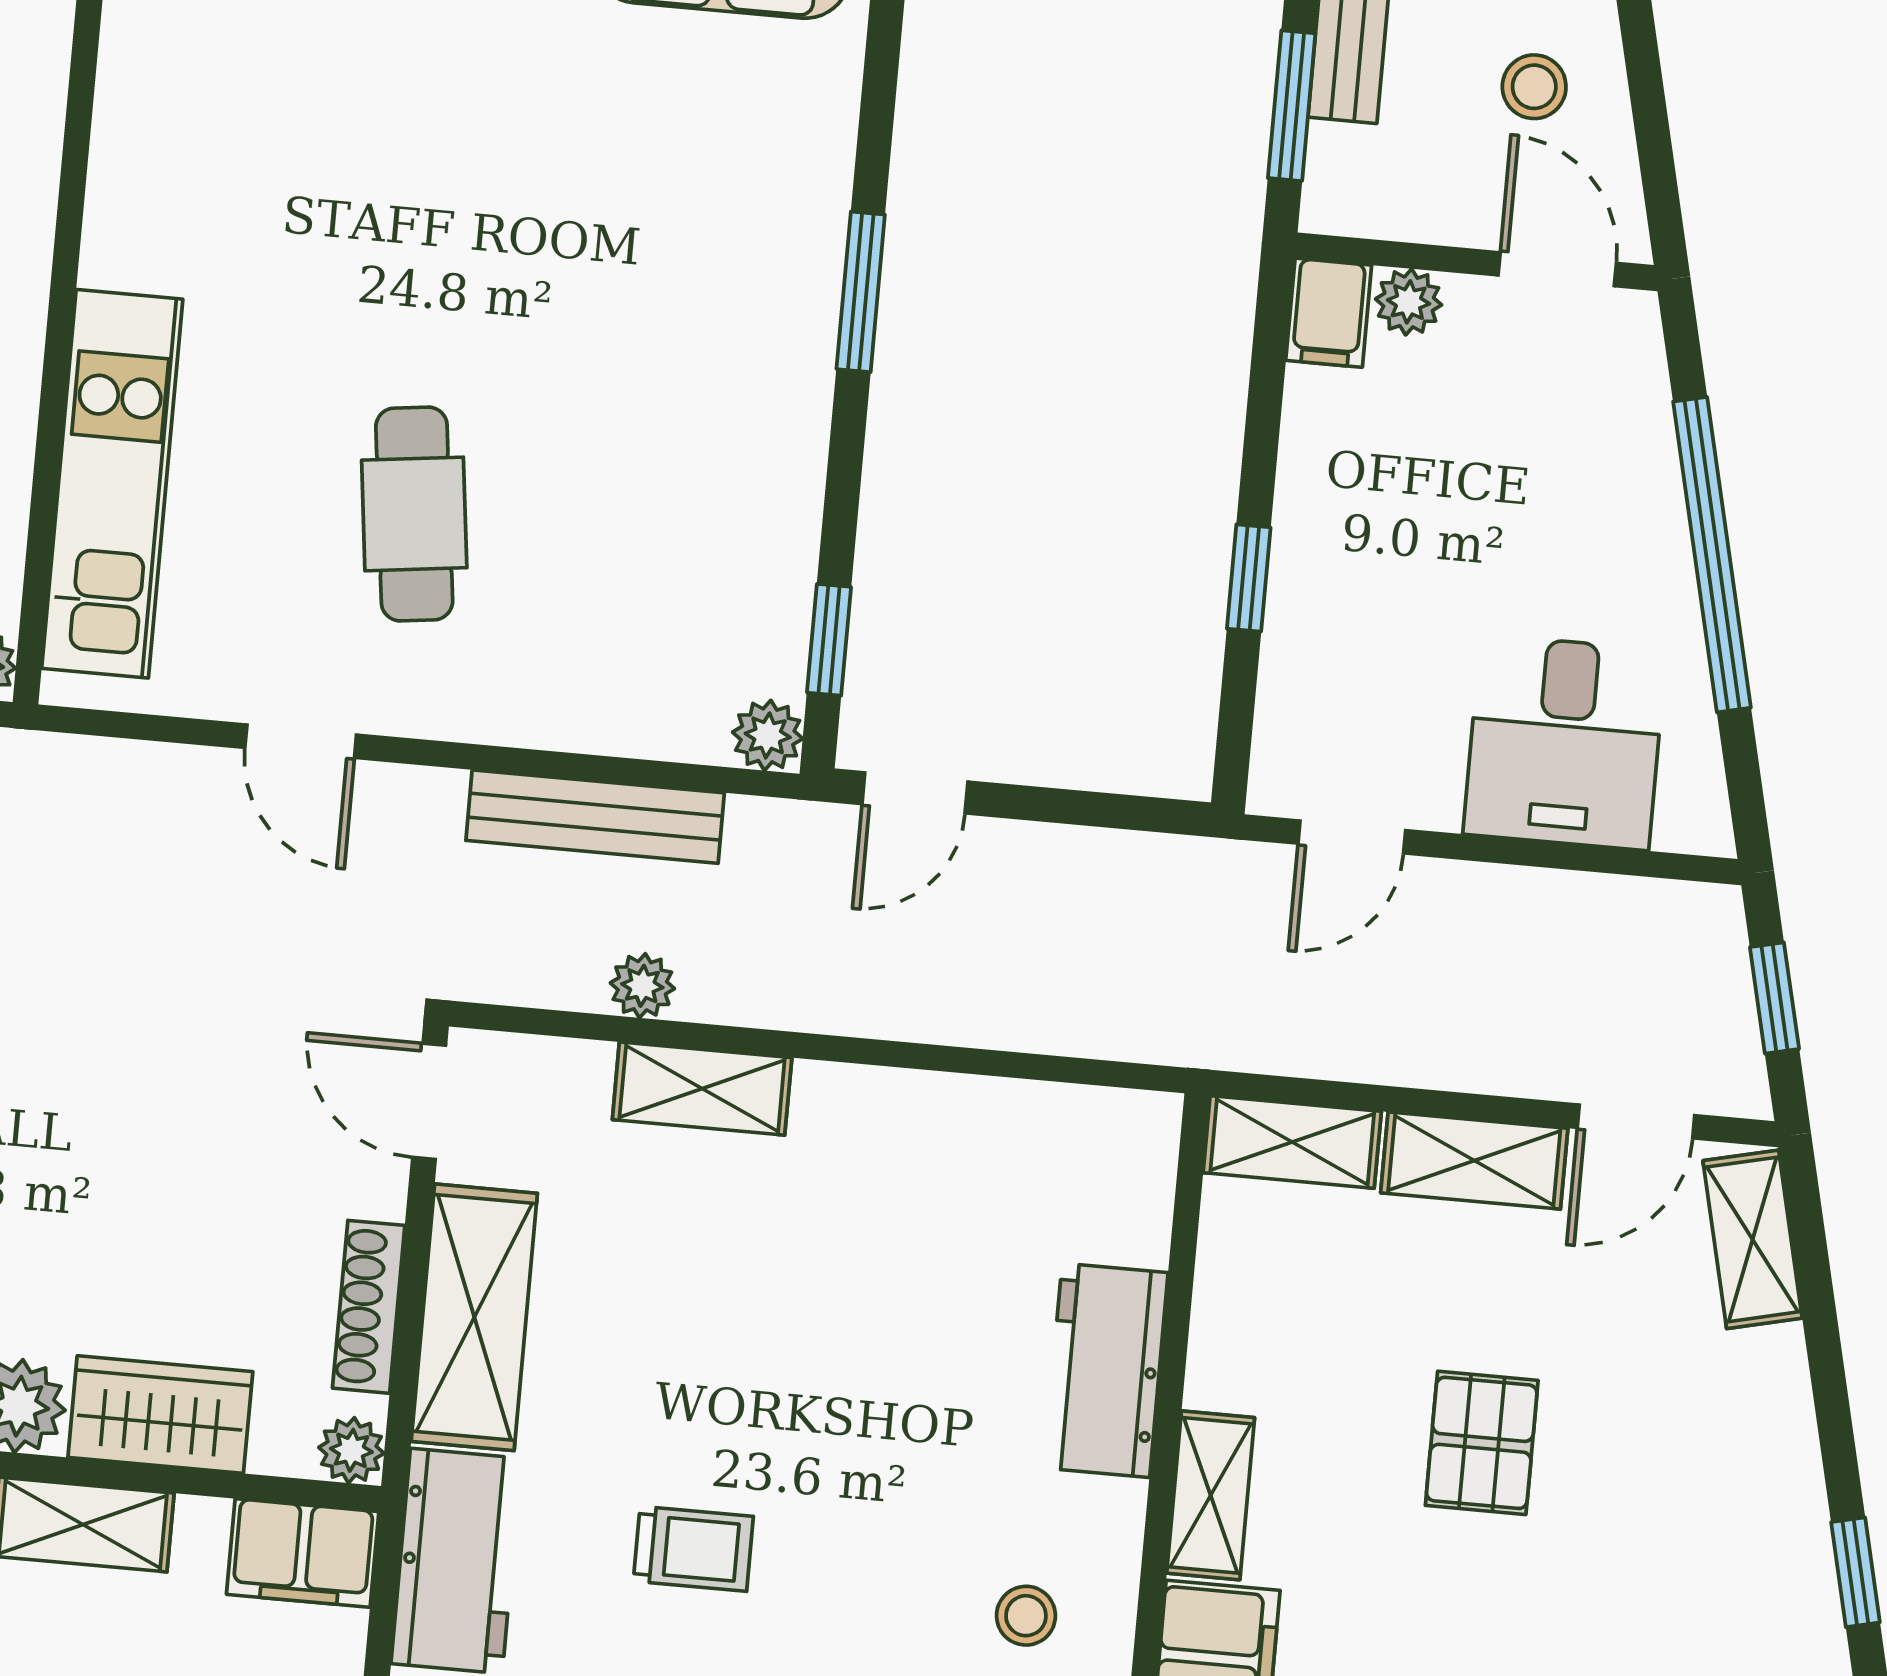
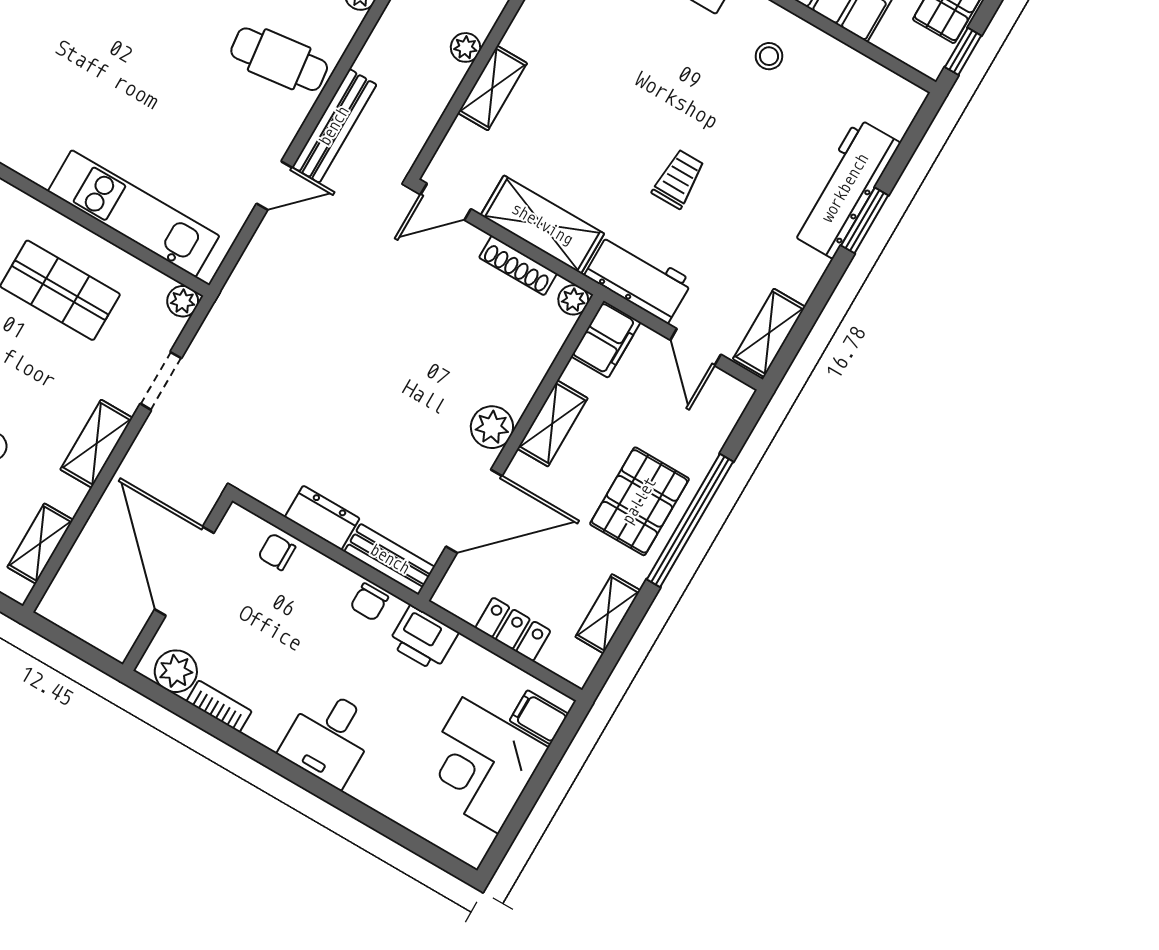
cafe table: (414, 514) -> (279, 59), moved
bench: (595, 817) -> (334, 126), moved
plant: (642, 986) -> (465, 47), moved
wardrobe: (160, 1415) -> (522, 371), removed

